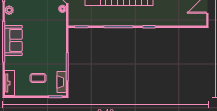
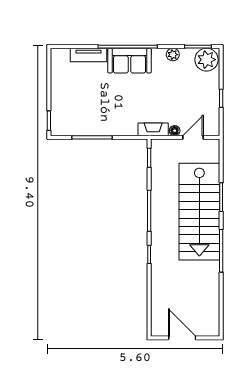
coffee table: (38, 78) -> (76, 96), removed
fireplace: (62, 82) -> (153, 129), moved
tv unit: (10, 83) -> (88, 55), moved

